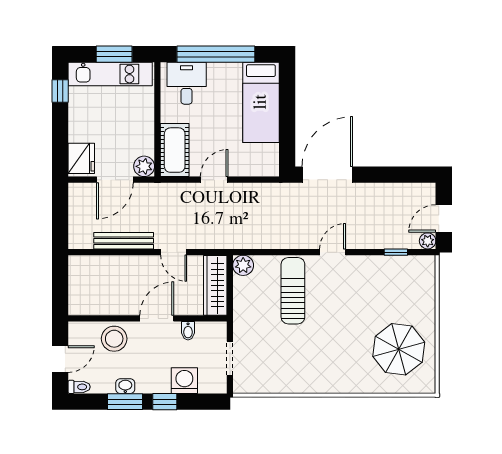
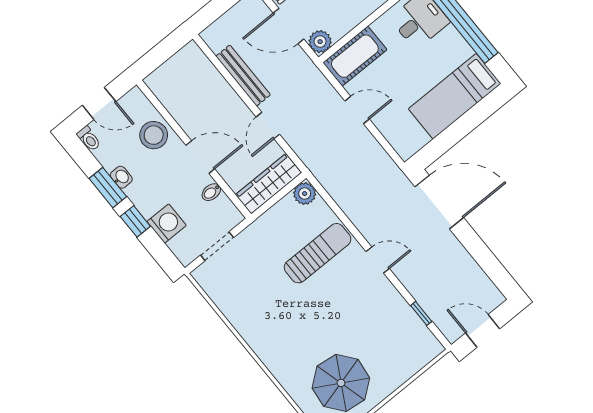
plant: (428, 241) -> (453, 333), removed

